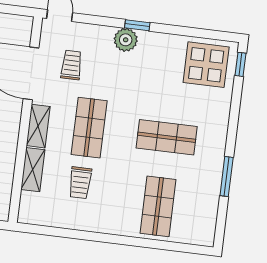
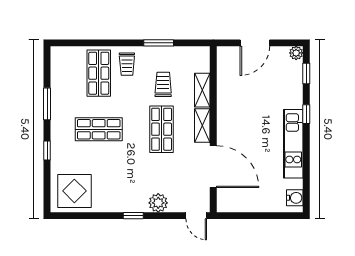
plant: (126, 40) -> (158, 203), moved
window: (241, 64) -> (47, 150), moved
trolley: (71, 65) -> (127, 64), moved
window: (79, 235) -> (159, 43), added

